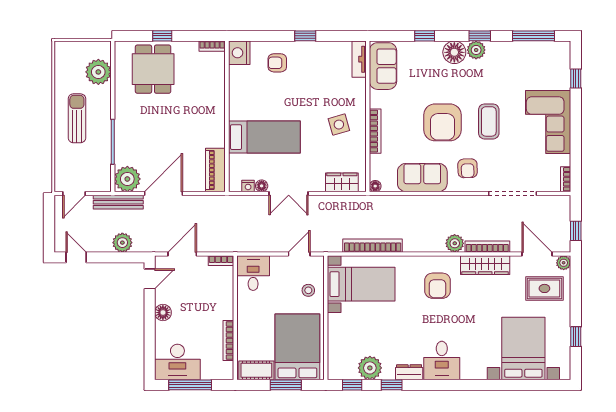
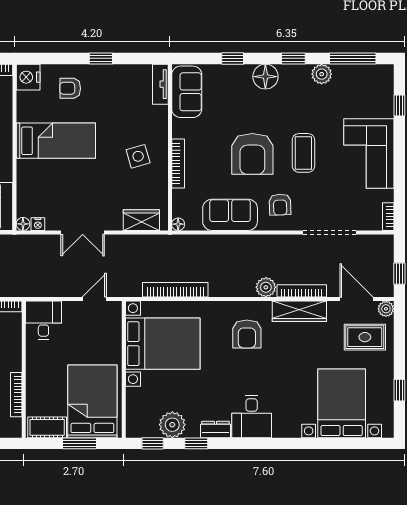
plant: (476, 50) -> (322, 74), moved
bed: (264, 137) -> (56, 141), moved
floor lamp: (262, 186) -> (23, 224), moved
bed with nightstands: (361, 284) -> (163, 344), width x1.36
stool: (308, 290) -> (104, 339), removed

